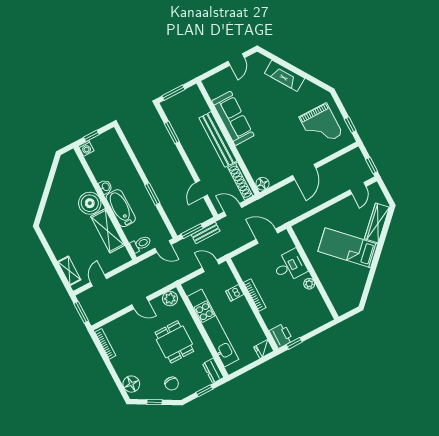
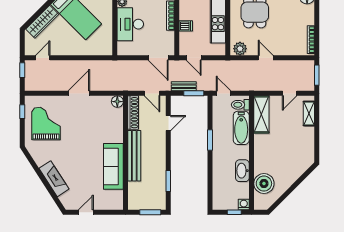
washbasin: (105, 187) -> (242, 171), width x1.91, depth x1.45
boiler: (90, 203) -> (264, 184), moved
bathtub: (121, 208) -> (241, 128), moved
shelving: (108, 231) -> (261, 114), moved
door: (267, 236) -> (158, 58), moved
desk: (290, 266) -> (130, 24), width x1.37

